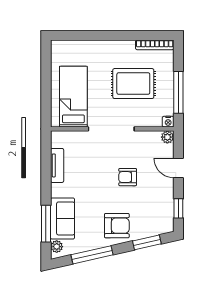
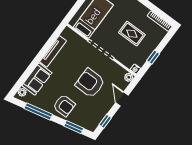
rug: (133, 84) -> (132, 34), width x0.73, depth x0.70
window: (178, 92) -> (153, 57), width x0.46
tv unit: (57, 165) -> (53, 51), width x1.41
armchair: (128, 177) -> (90, 83), width x1.88, depth x1.88
window: (46, 224) -> (26, 75), removed

